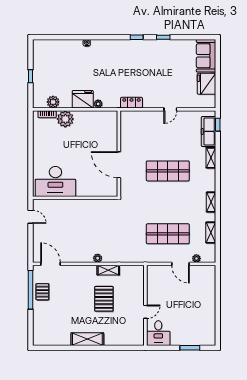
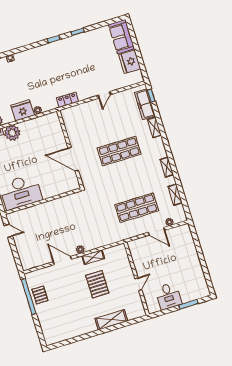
door: (50, 264) -> (62, 260), moved
desk: (158, 333) -> (168, 296), moved
shelving: (87, 339) -> (111, 320), moved

